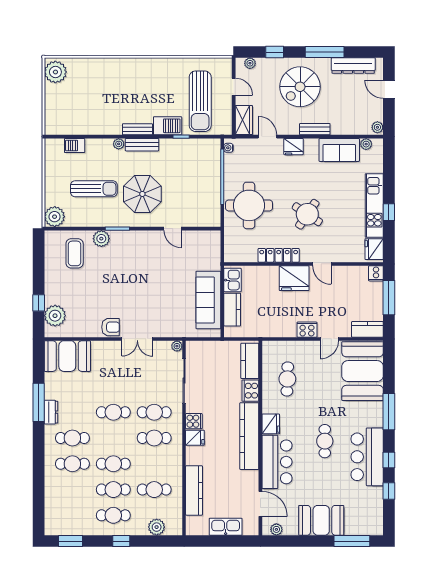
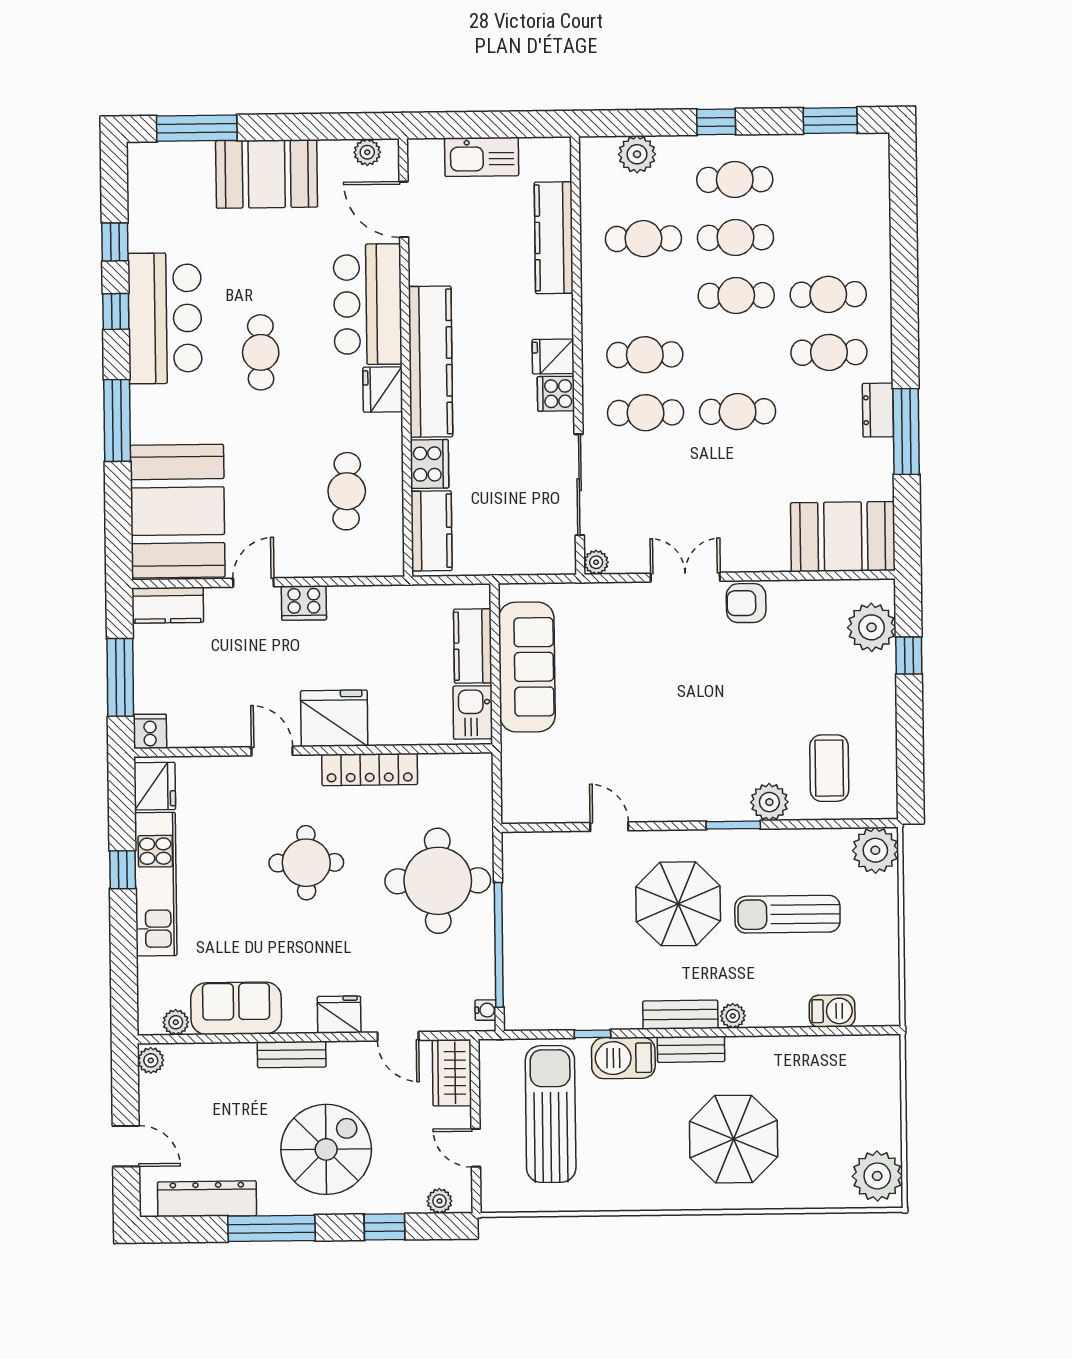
parasol: (119, 89) -> (734, 1139), added
round table: (307, 214) -> (306, 863), turned -34

